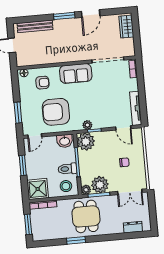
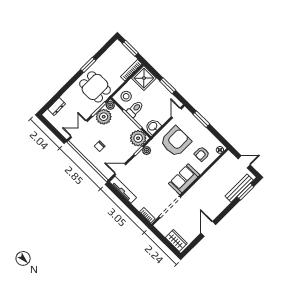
window: (64, 16) -> (245, 192), moved

